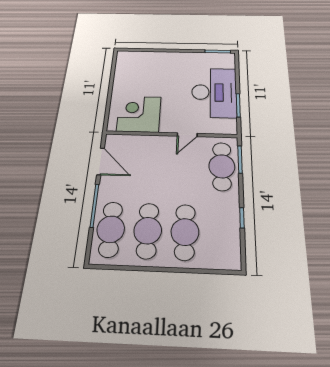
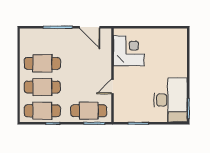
desk: (214, 92) -> (171, 100), moved, turned -90
door: (187, 135) -> (112, 87), hinge flipped
door: (101, 161) -> (90, 27), hinge flipped
cafe table: (111, 229) -> (42, 111), moved

